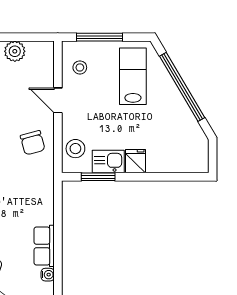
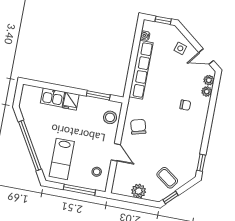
kitchen sink: (108, 161) -> (53, 97), moved
row of seats: (44, 246) -> (141, 70), width x2.02

